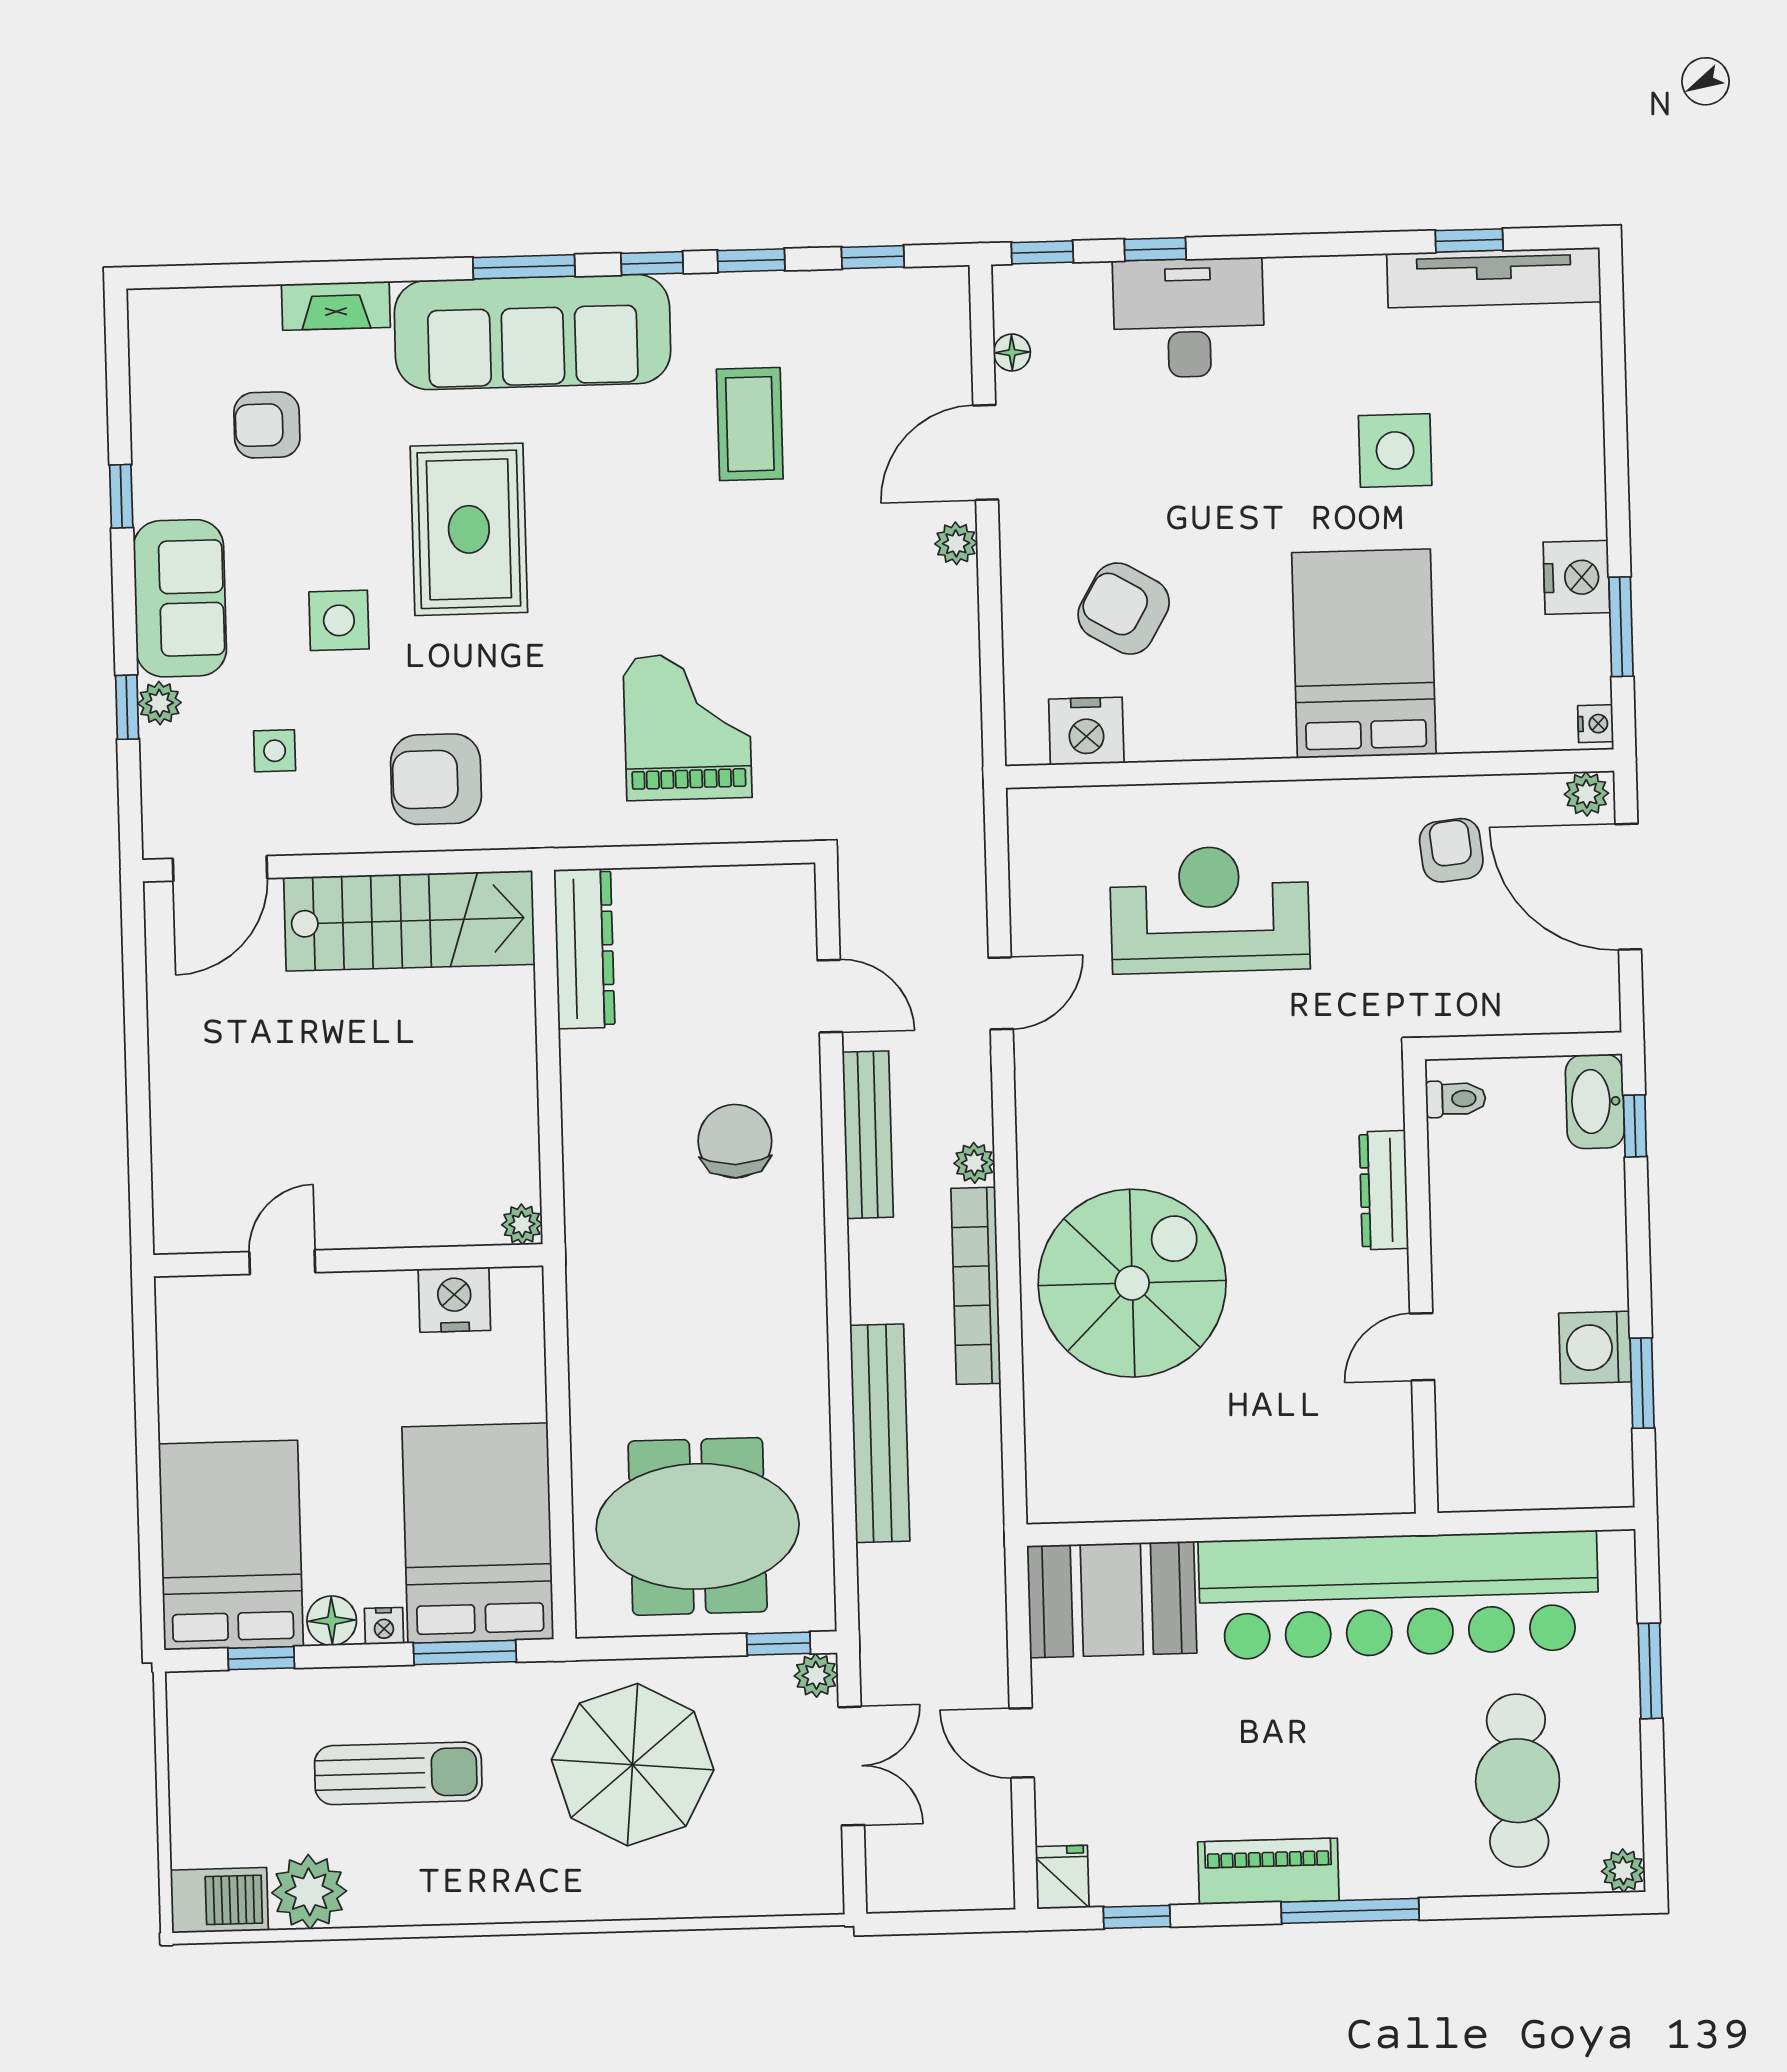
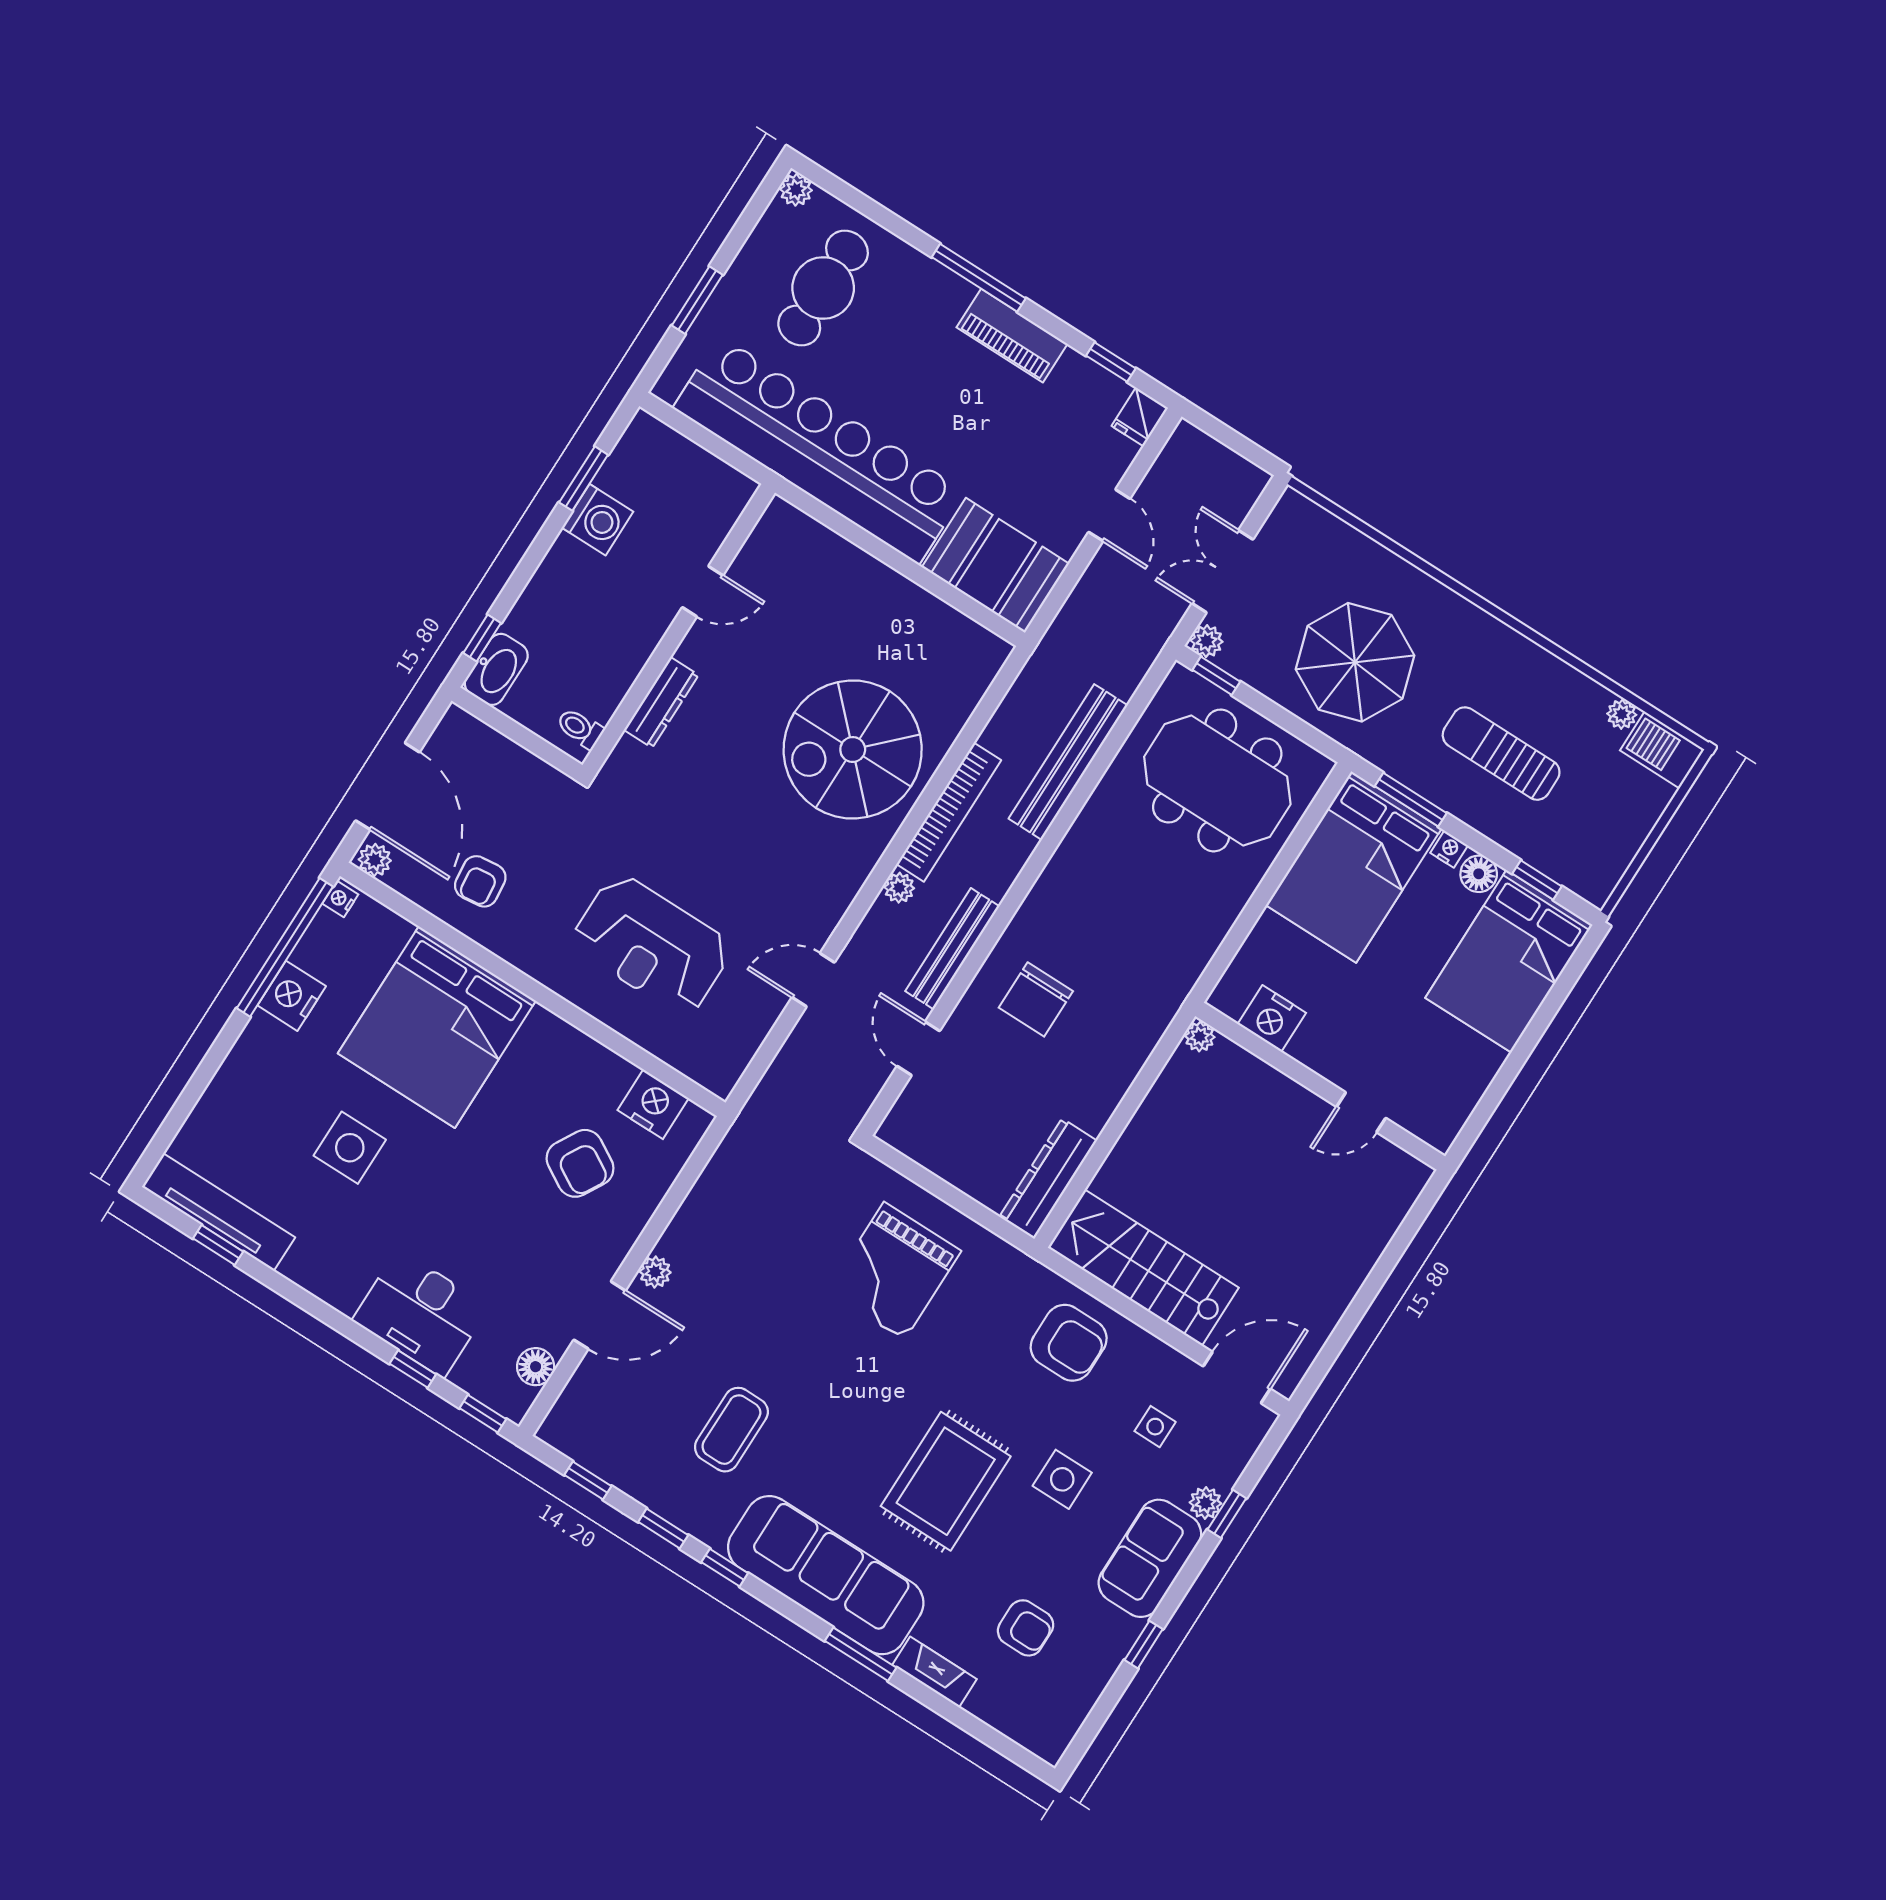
window: (524, 267) -> (861, 1654), moved
floor lamp: (1012, 352) -> (536, 1367), width x1.37, depth x1.37
window: (1621, 627) -> (285, 947), width x2.11
bed: (1364, 654) -> (437, 1027), width x1.36
plant: (309, 1892) -> (1622, 714), width x0.53, depth x0.53

